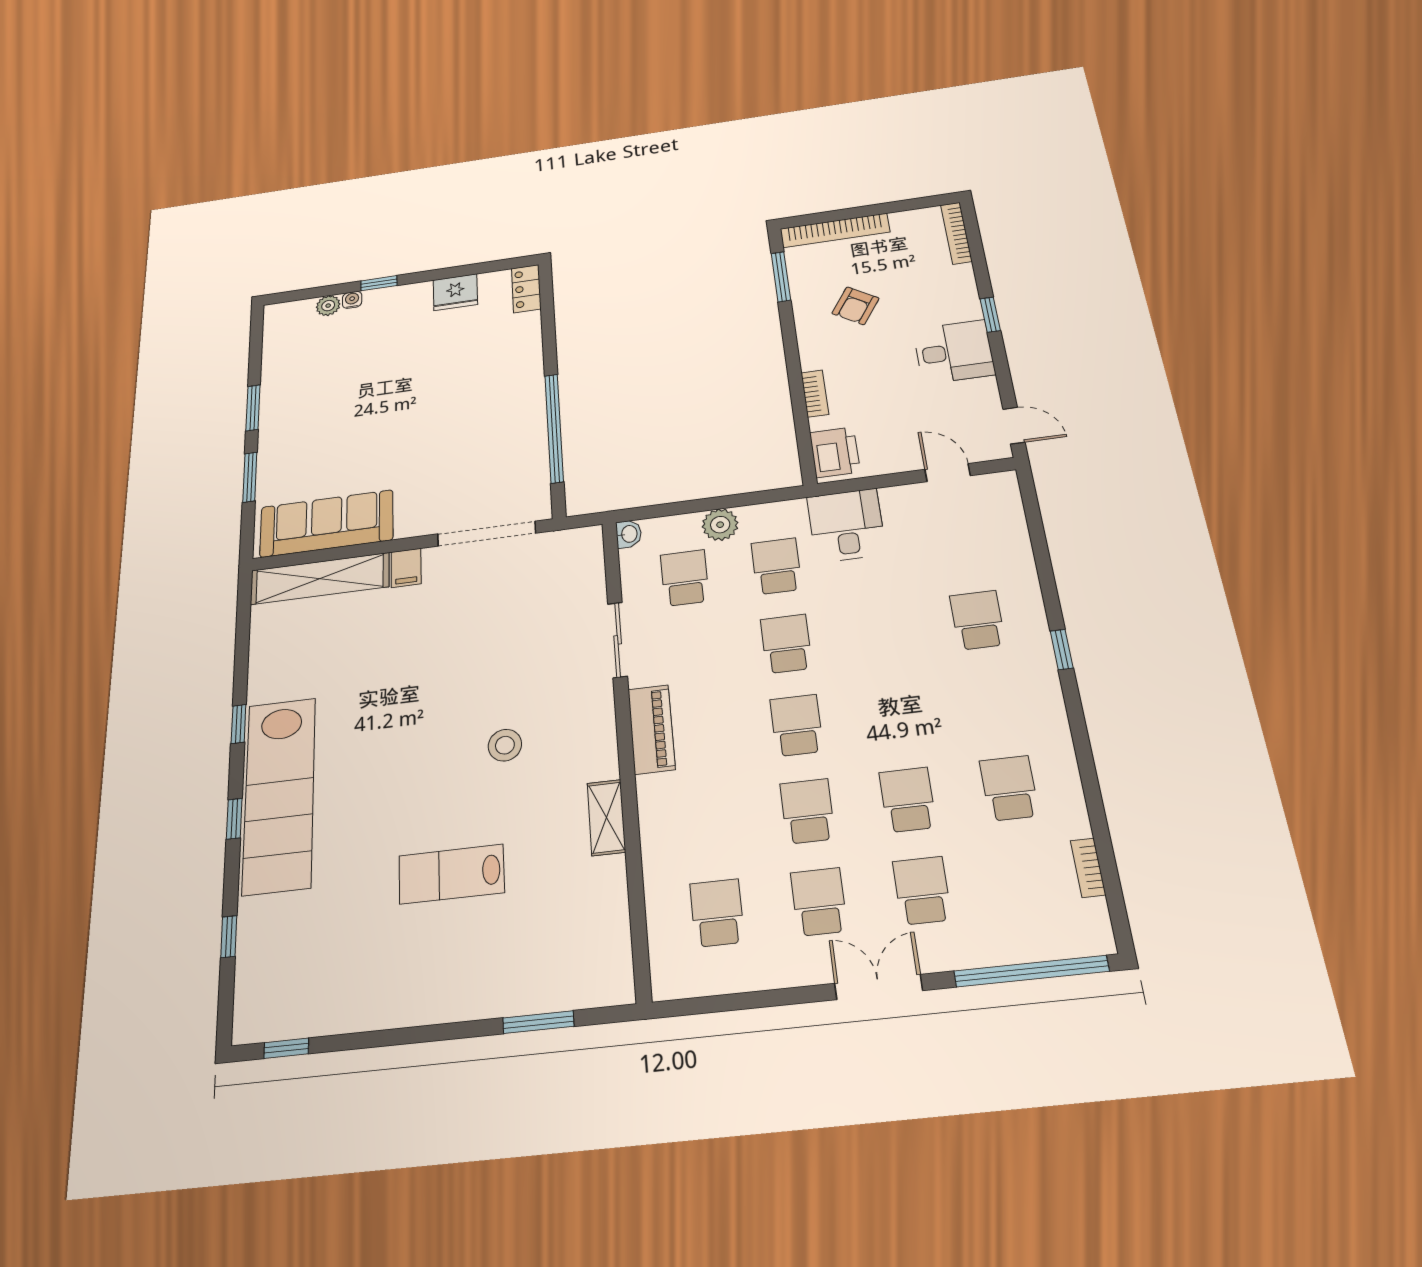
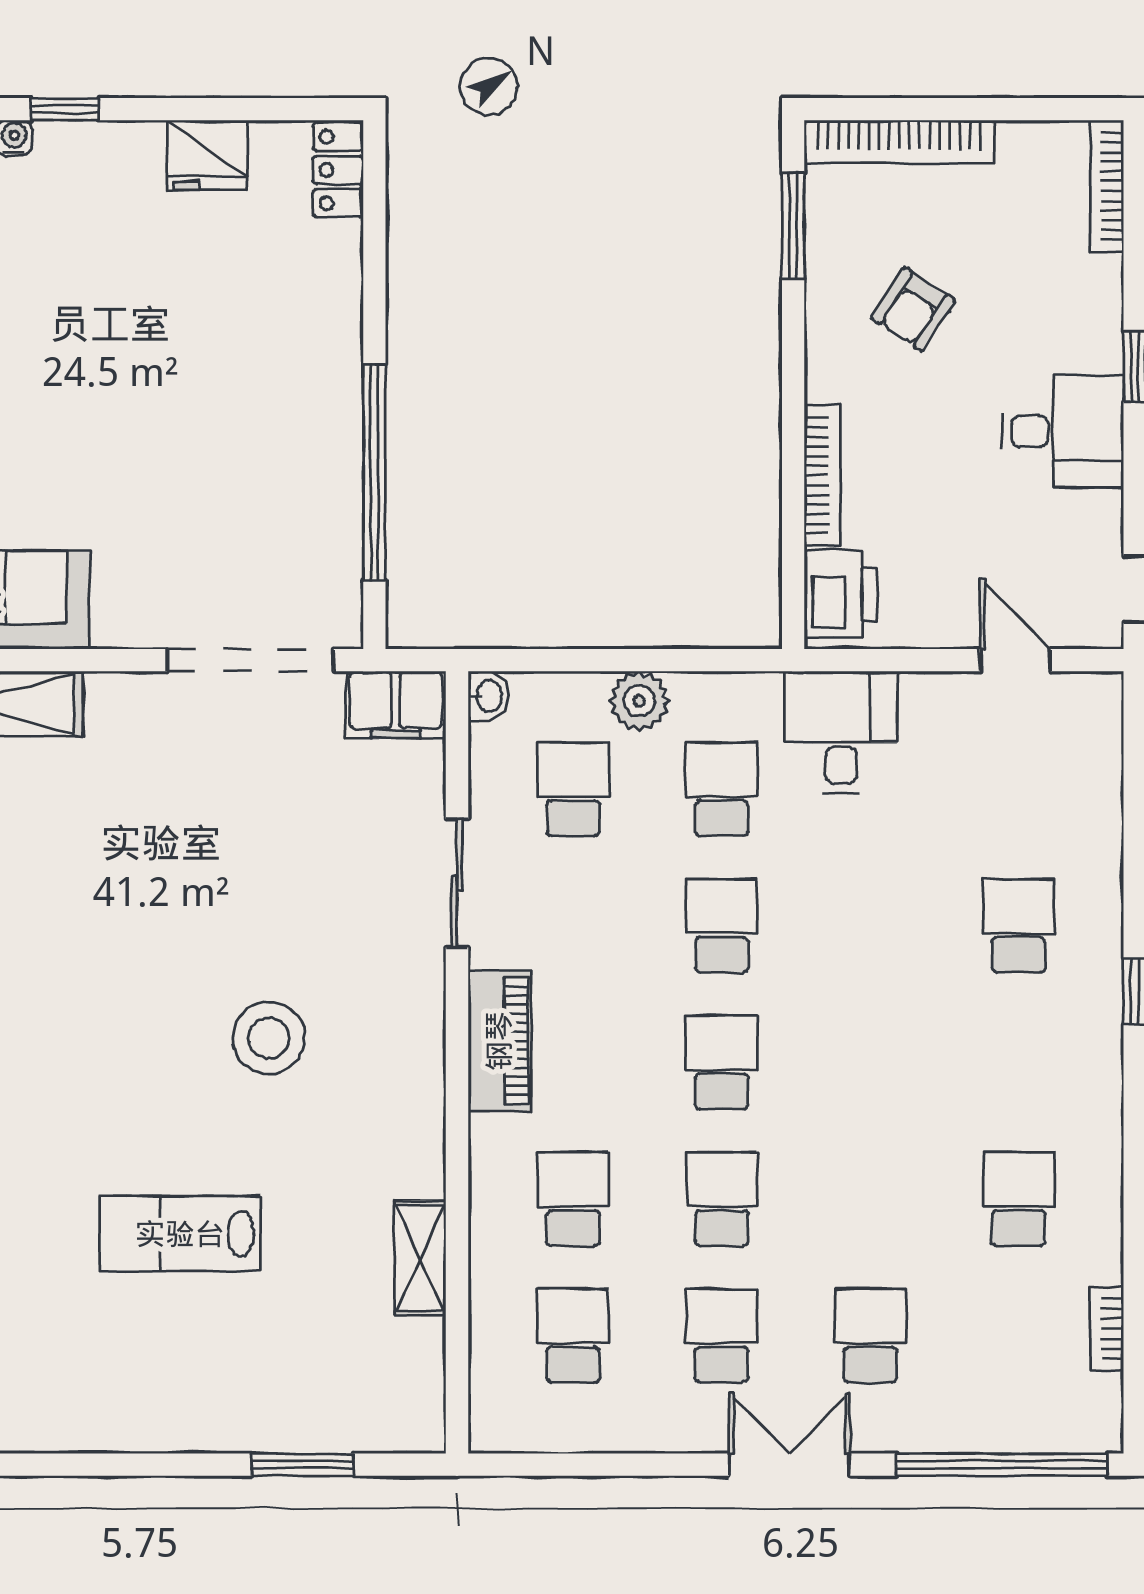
bookcase: (815, 394) -> (822, 475), width x1.56
filing cabinet: (406, 568) -> (396, 705), moved, width x2.00
stool: (505, 745) -> (269, 1038), width x1.38, depth x1.38
school desk: (908, 800) -> (573, 1199), moved
shelving: (606, 818) -> (420, 1258), moved

